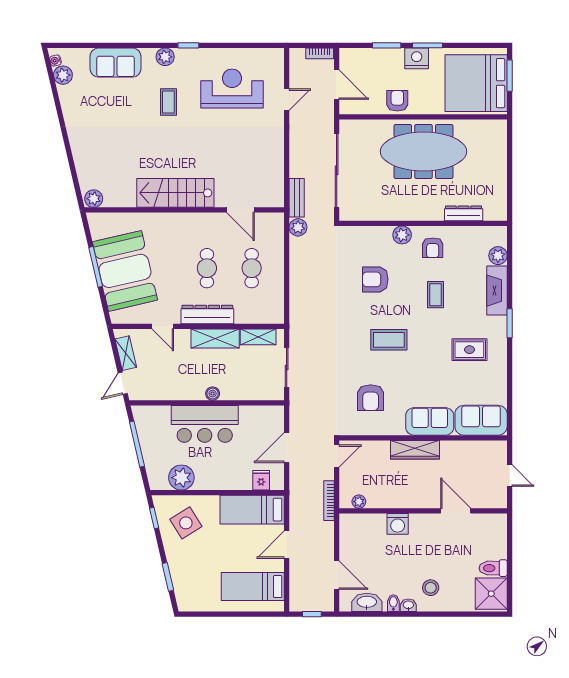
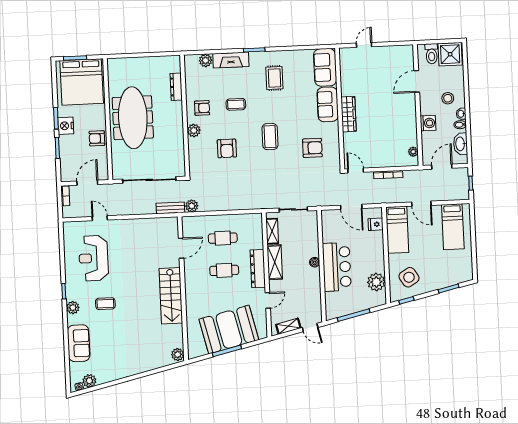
plant: (359, 502) -> (413, 152), moved
wall: (423, 511) -> (418, 105), moved
door: (456, 511) -> (417, 81), moved
washing machine: (398, 524) -> (428, 123), moved

